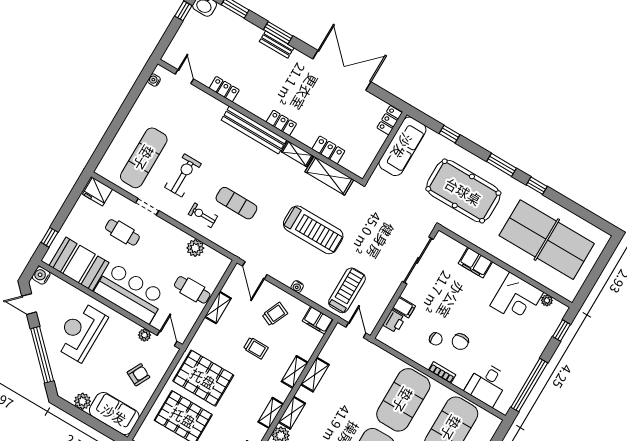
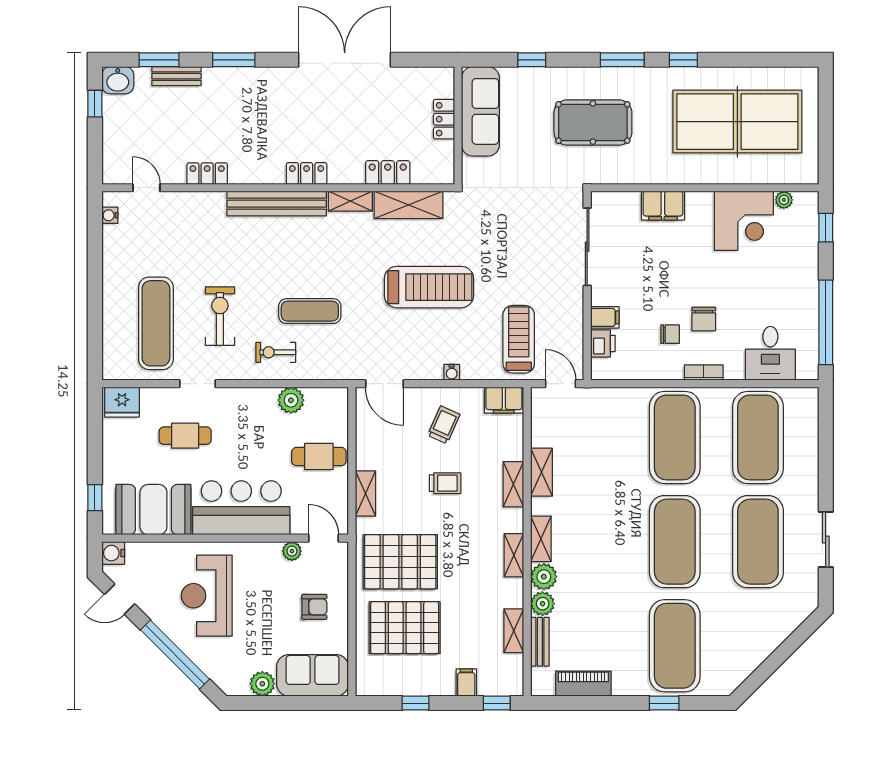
bench: (277, 45) -> (176, 76), moved
locker: (390, 120) -> (444, 119), moved
pool table: (463, 191) -> (593, 123), width x0.73, depth x0.76
shelving: (218, 308) -> (366, 494), moved
armchair: (138, 375) -> (314, 607), turned 63

